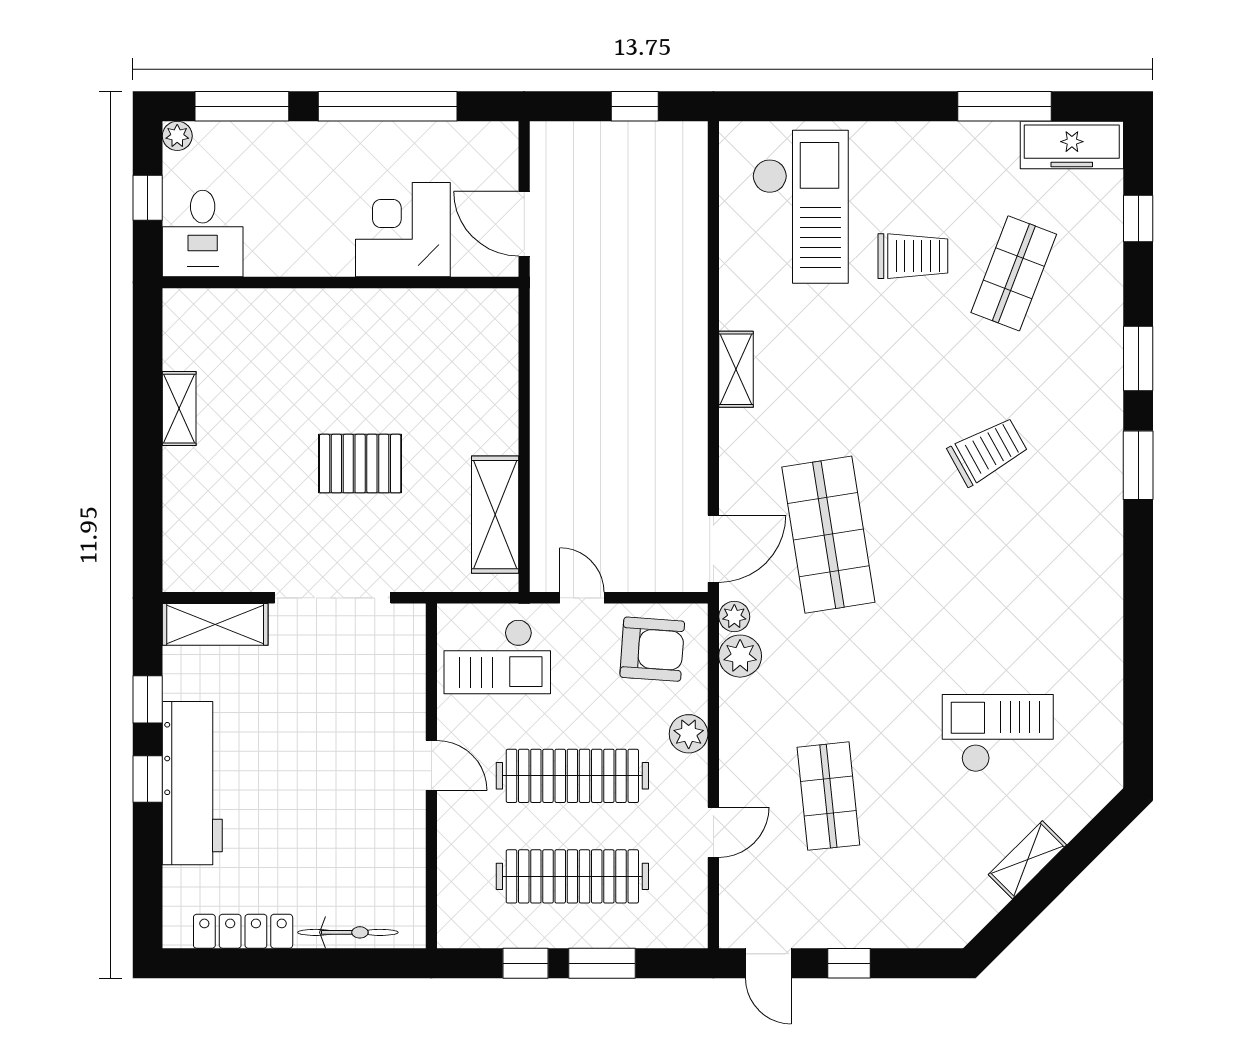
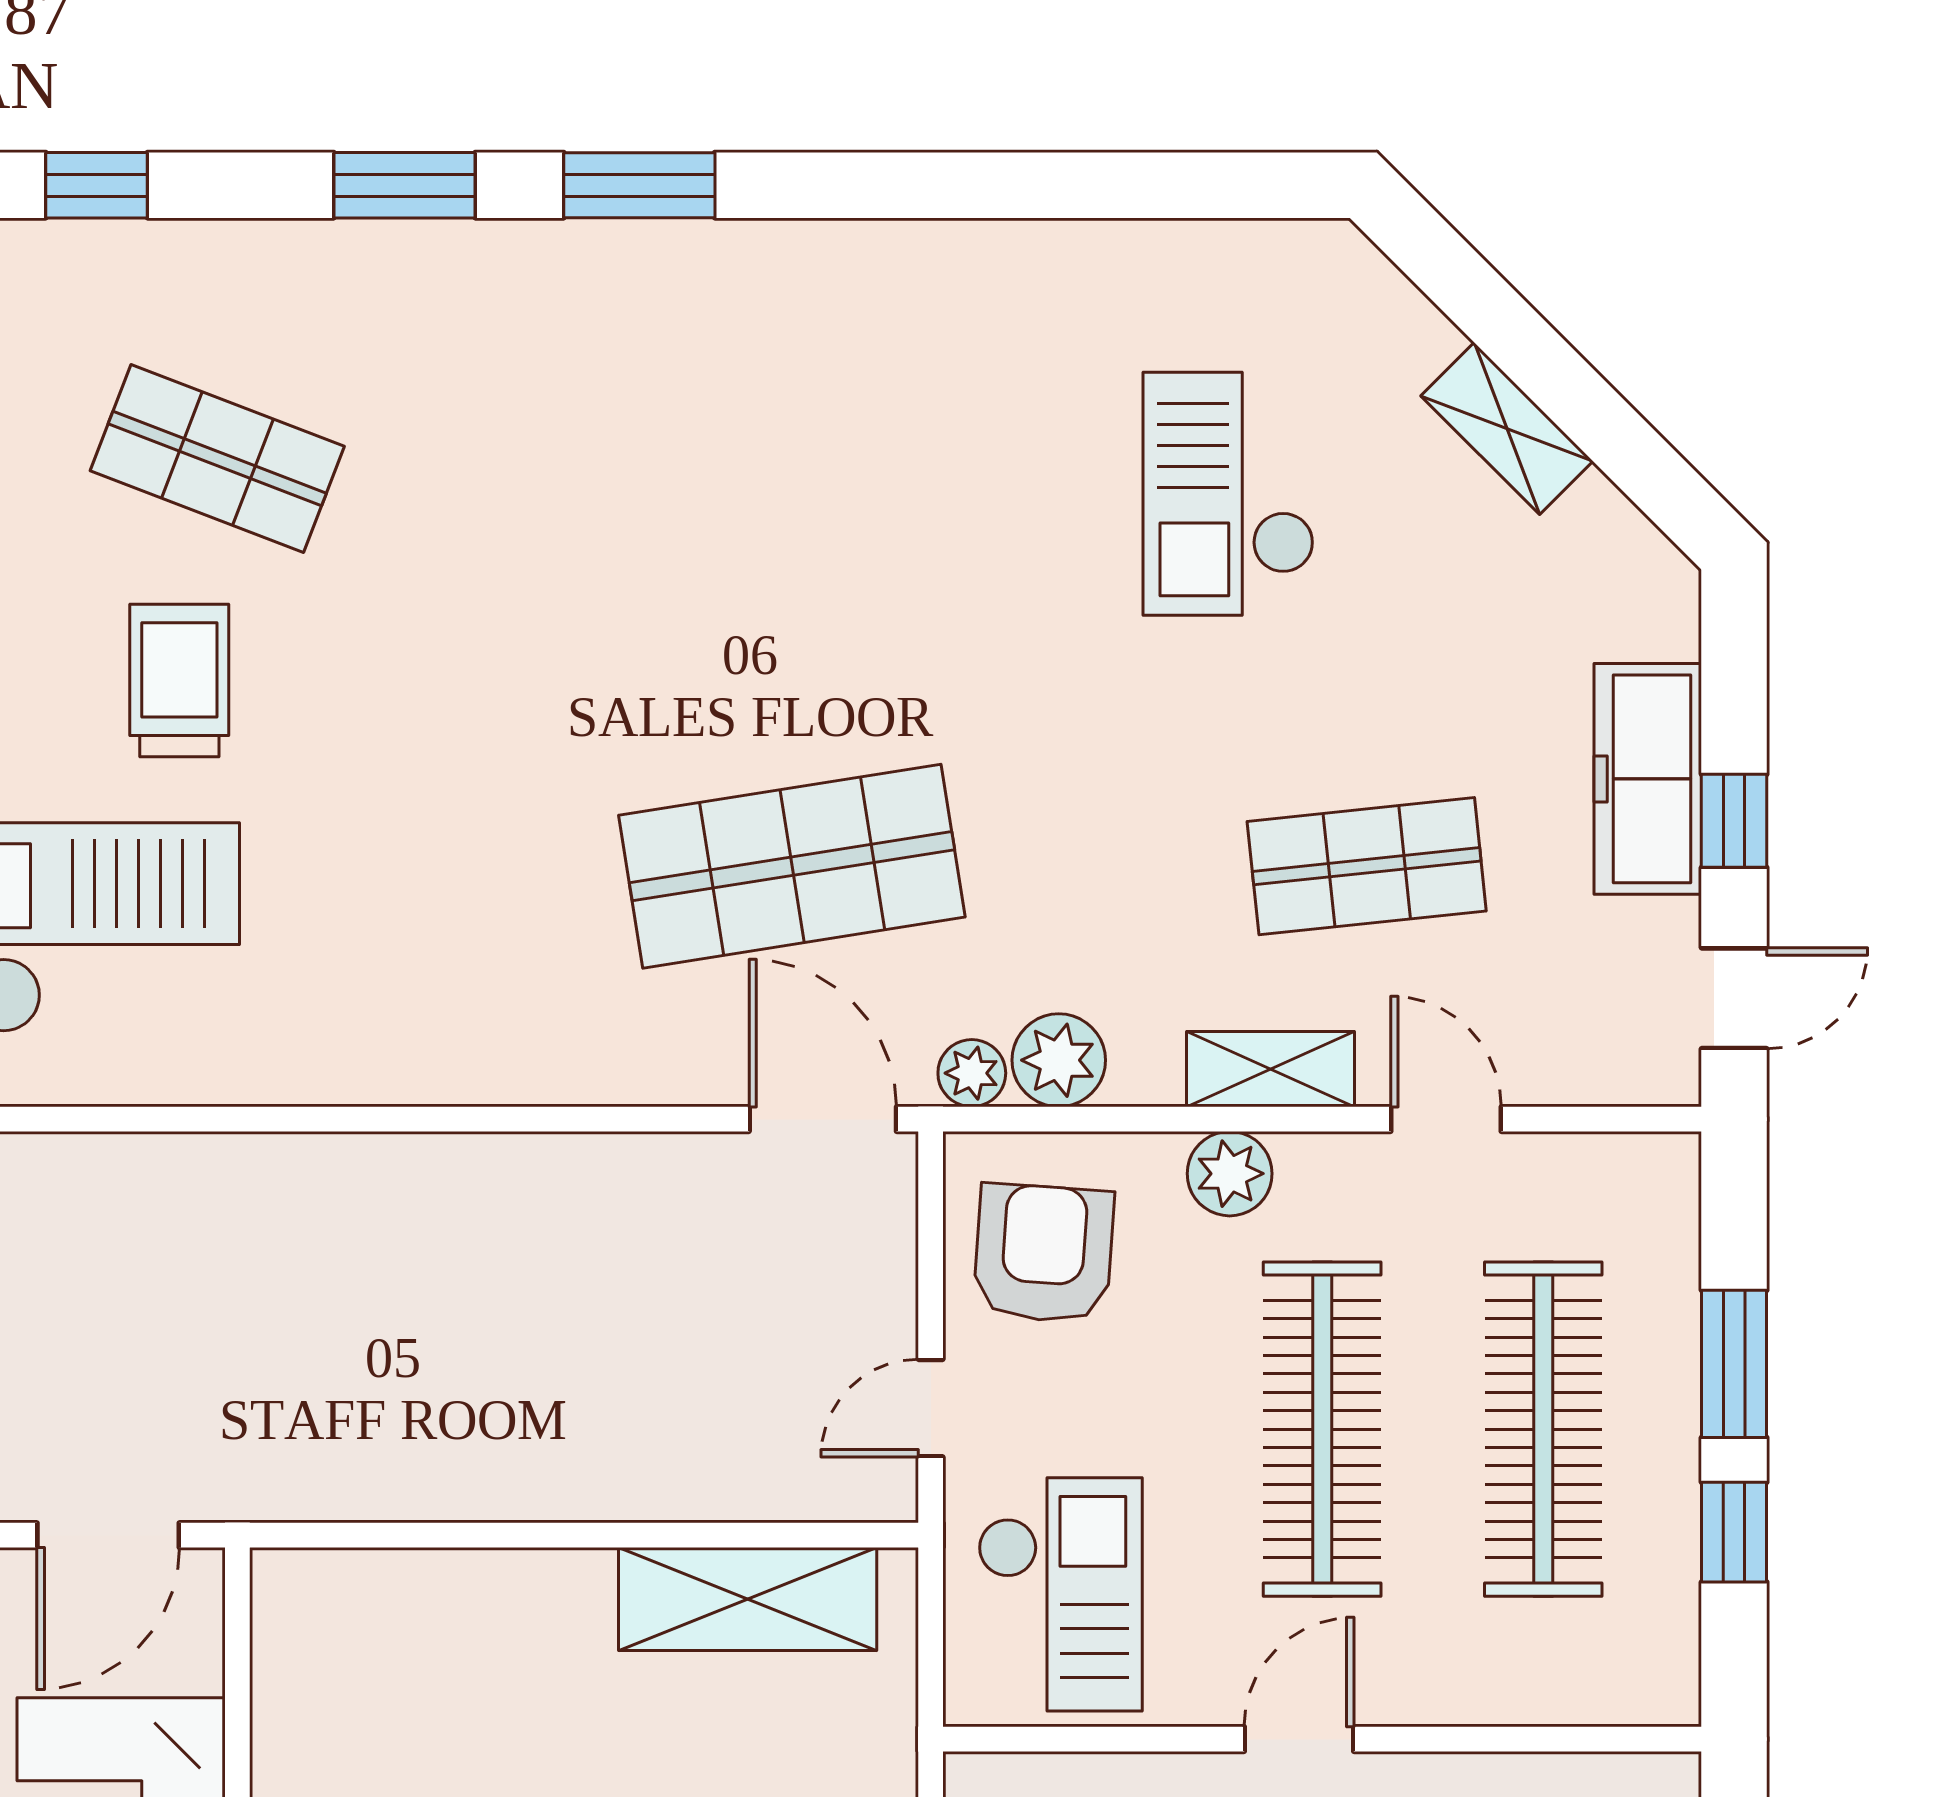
shelving: (736, 369) -> (1271, 1069), moved
trolley: (988, 451) -> (609, 516), removed
freezer: (868, 924) -> (1648, 779), added

